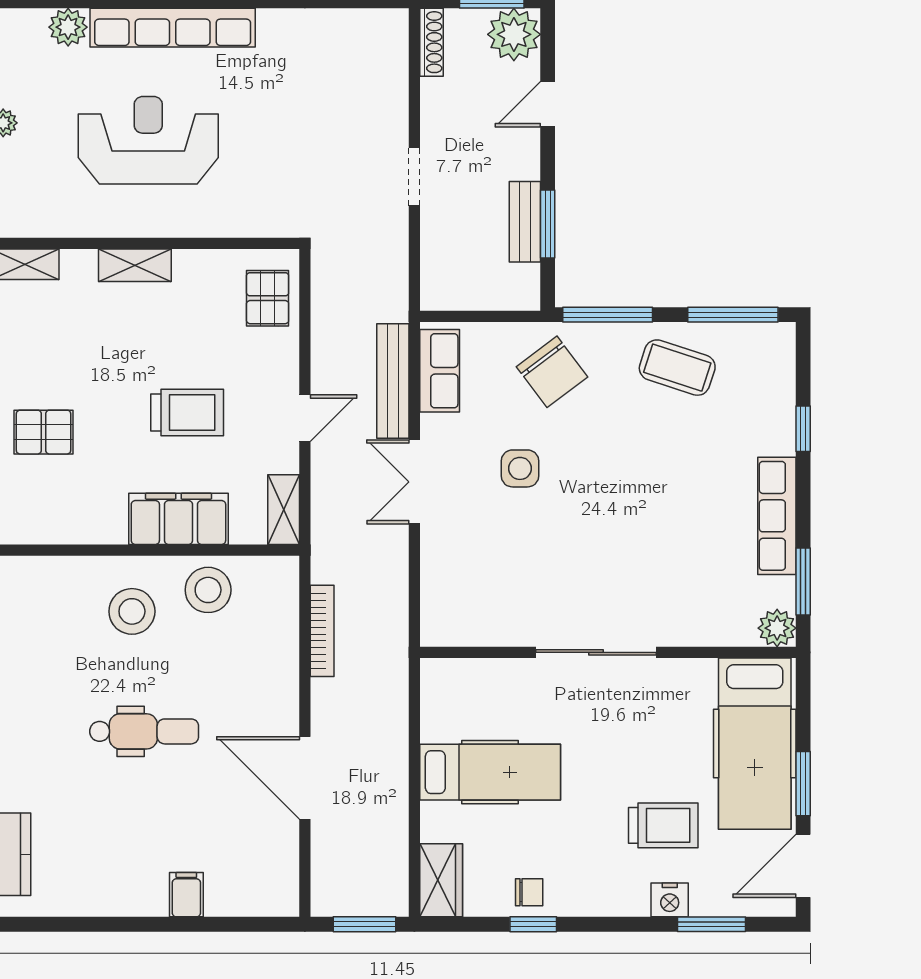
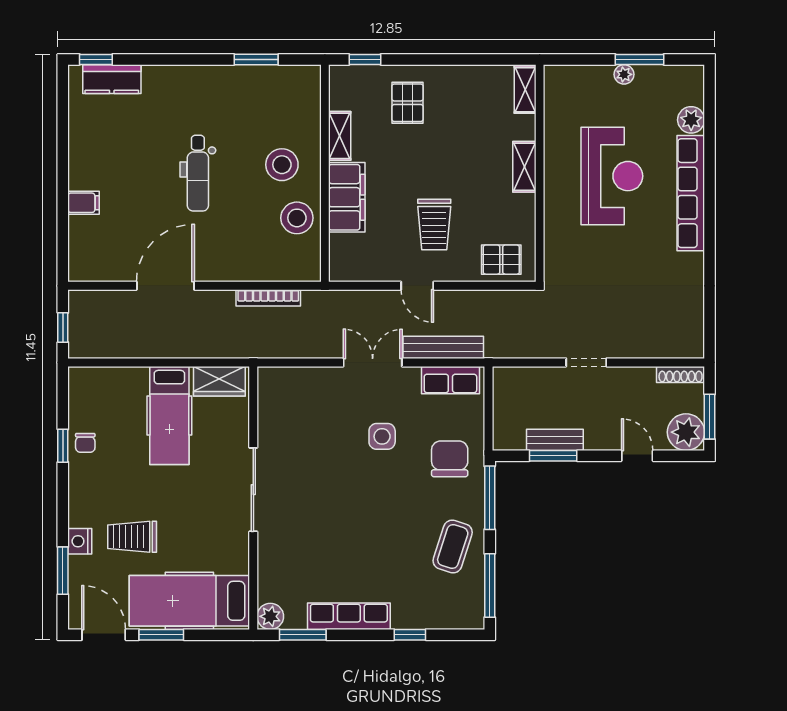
chair: (552, 372) -> (450, 459), turned 127
trolley: (187, 412) -> (434, 225), moved
shelving: (284, 510) -> (340, 136), moved, turned 90
trolley: (663, 825) -> (132, 537), turned 90
wardrobe: (441, 880) -> (219, 381), moved
window: (364, 924) -> (63, 327), width x0.67

